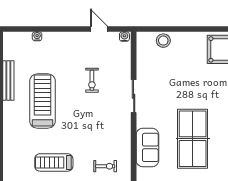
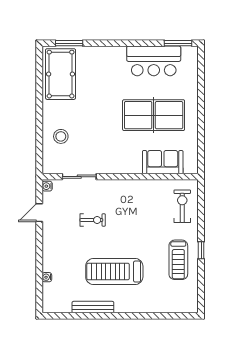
stool: (163, 41) -> (61, 136), moved
sliding door: (134, 96) -> (79, 177), moved
exercise bike: (105, 166) -> (182, 206), width x1.38, depth x1.39

